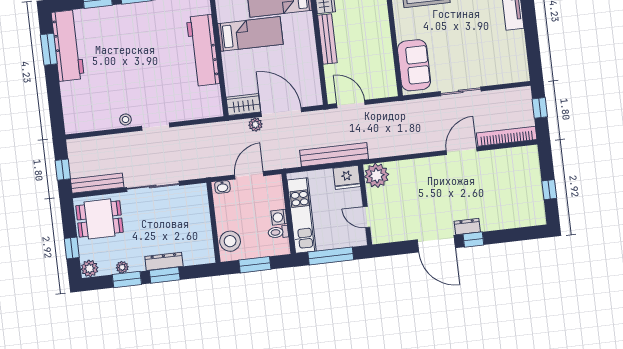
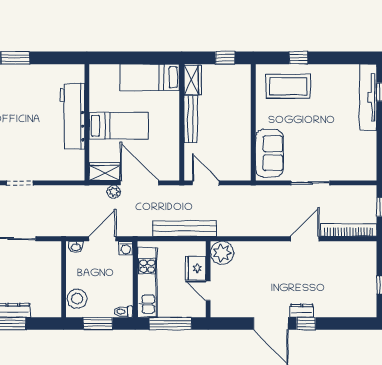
bed: (250, 34) -> (119, 126), moved
fridge: (347, 177) -> (196, 268), moved, turned 90
washing machine: (279, 217) -> (126, 248), moved, turned -90
toilet: (278, 232) -> (123, 312), moved

